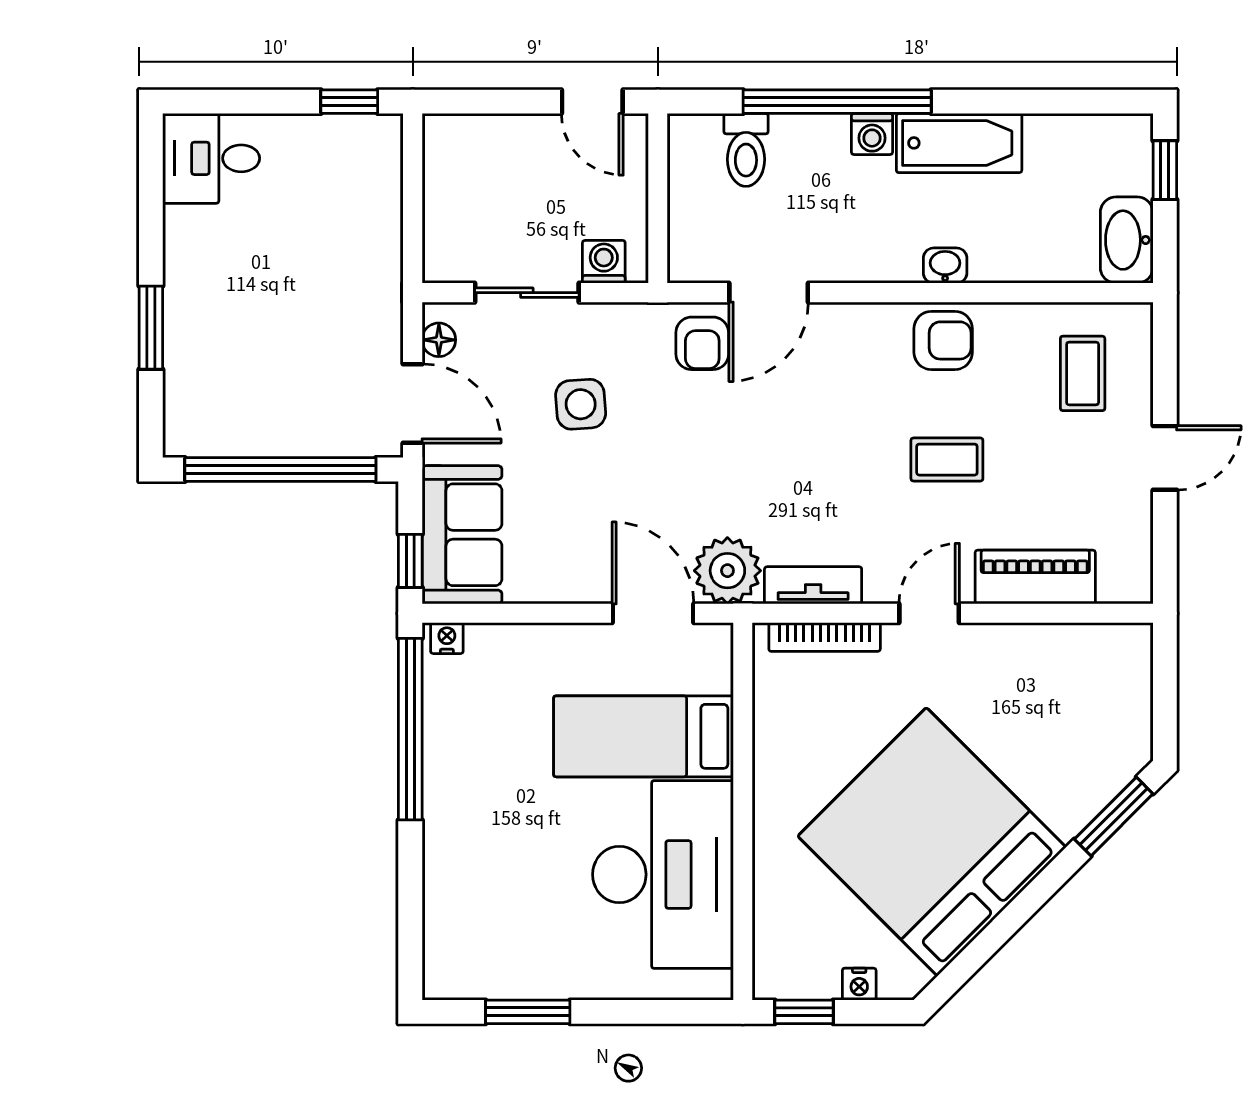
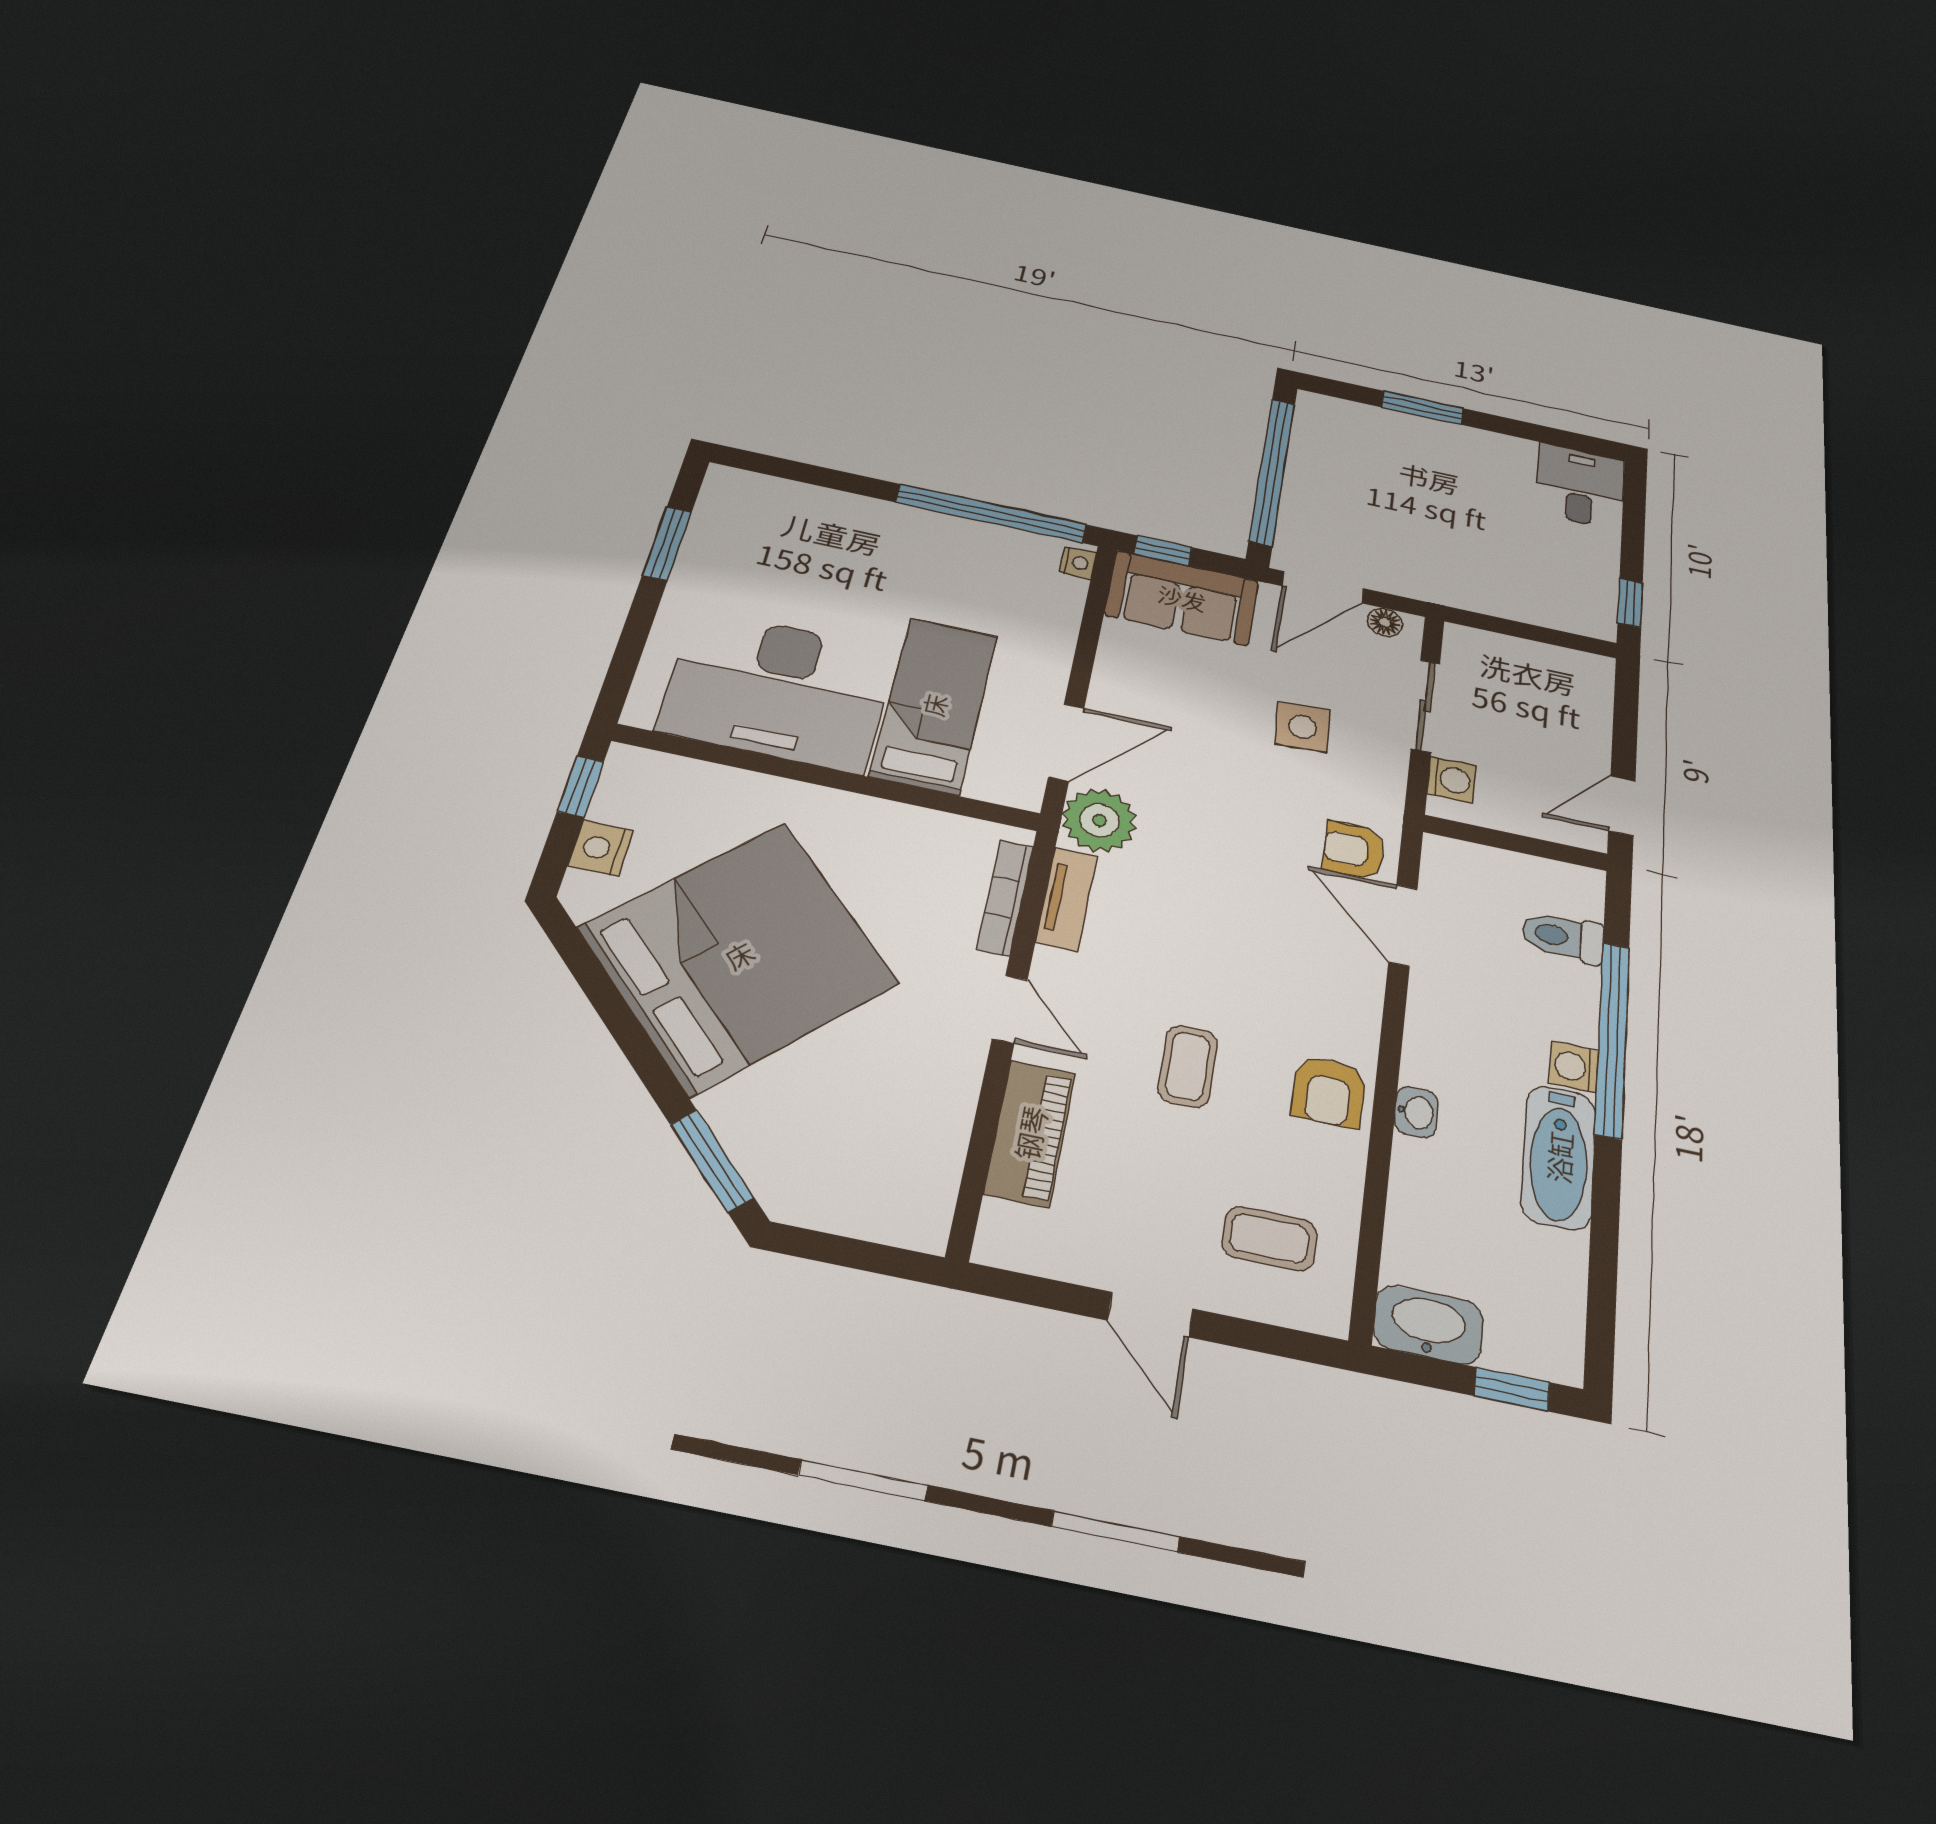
nightstand: (859, 984) -> (601, 848), width x1.39, depth x1.35

